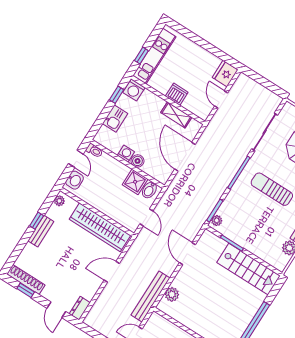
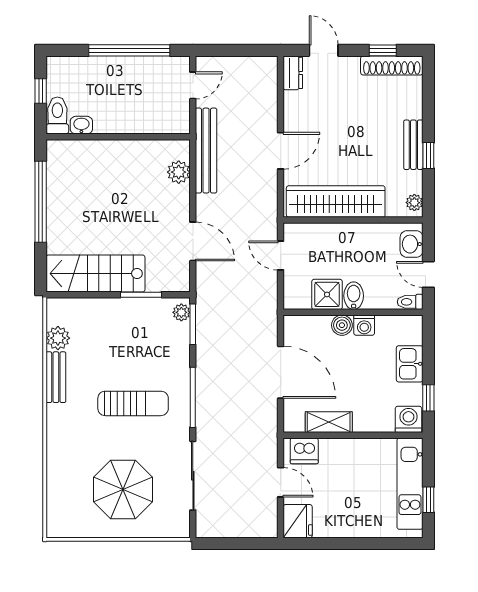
window: (141, 56) -> (428, 500), moved
dishwasher: (177, 94) -> (304, 451), moved
bidet: (149, 190) -> (354, 296), moved

